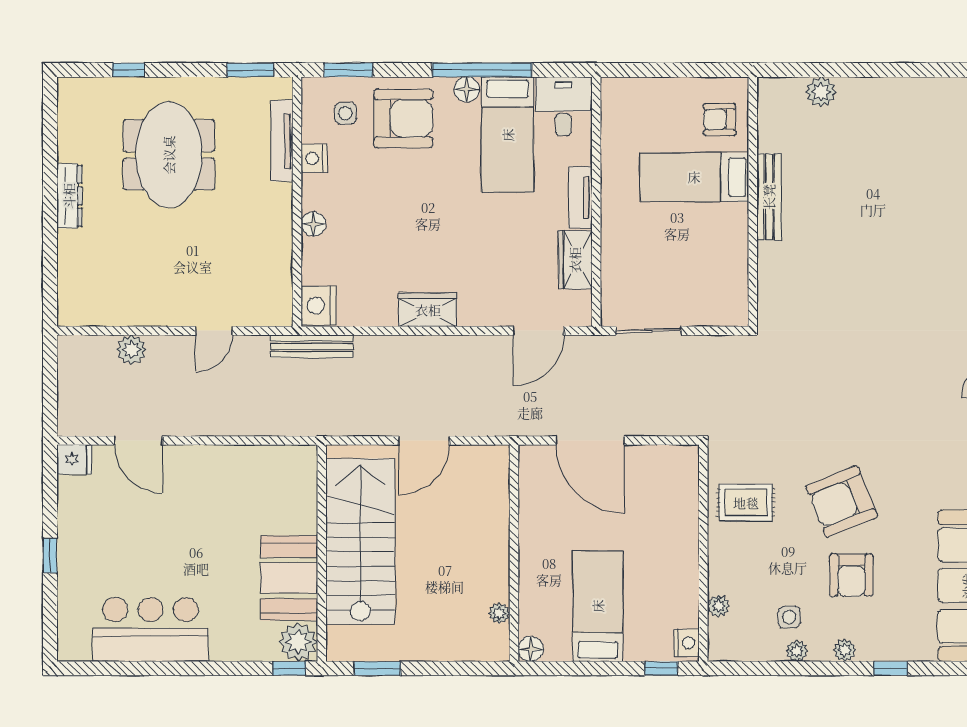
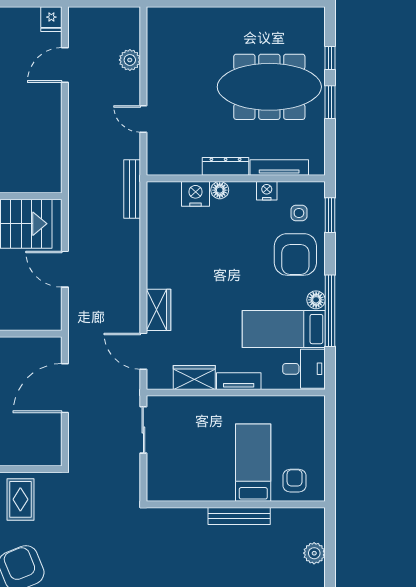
window: (250, 70) -> (330, 102), moved
meeting table: (169, 155) -> (269, 87), width x1.36
dresser: (69, 196) -> (226, 166), moved, turned 180
nightstand: (319, 306) -> (196, 194), moved
wardrobe: (428, 310) -> (158, 310), moved

